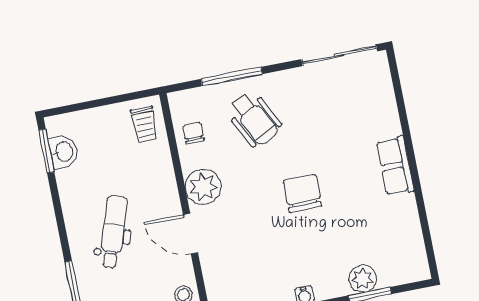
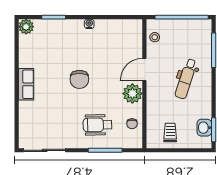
wheelchair: (254, 119) -> (98, 125), turned -64
trolley: (144, 125) -> (170, 132), moved
door: (191, 234) -> (144, 70), swing flipped
plant: (363, 279) -> (26, 27), moved

